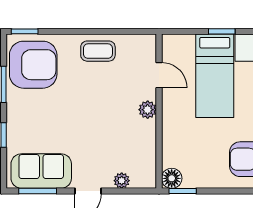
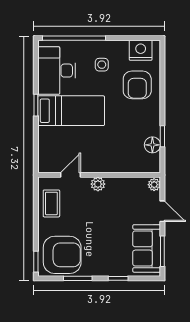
armchair: (33, 65) -> (62, 255), turned 90
door: (159, 75) -> (71, 175), moved
plant: (148, 110) -> (98, 184), moved
wall: (159, 111) -> (99, 175), moved

